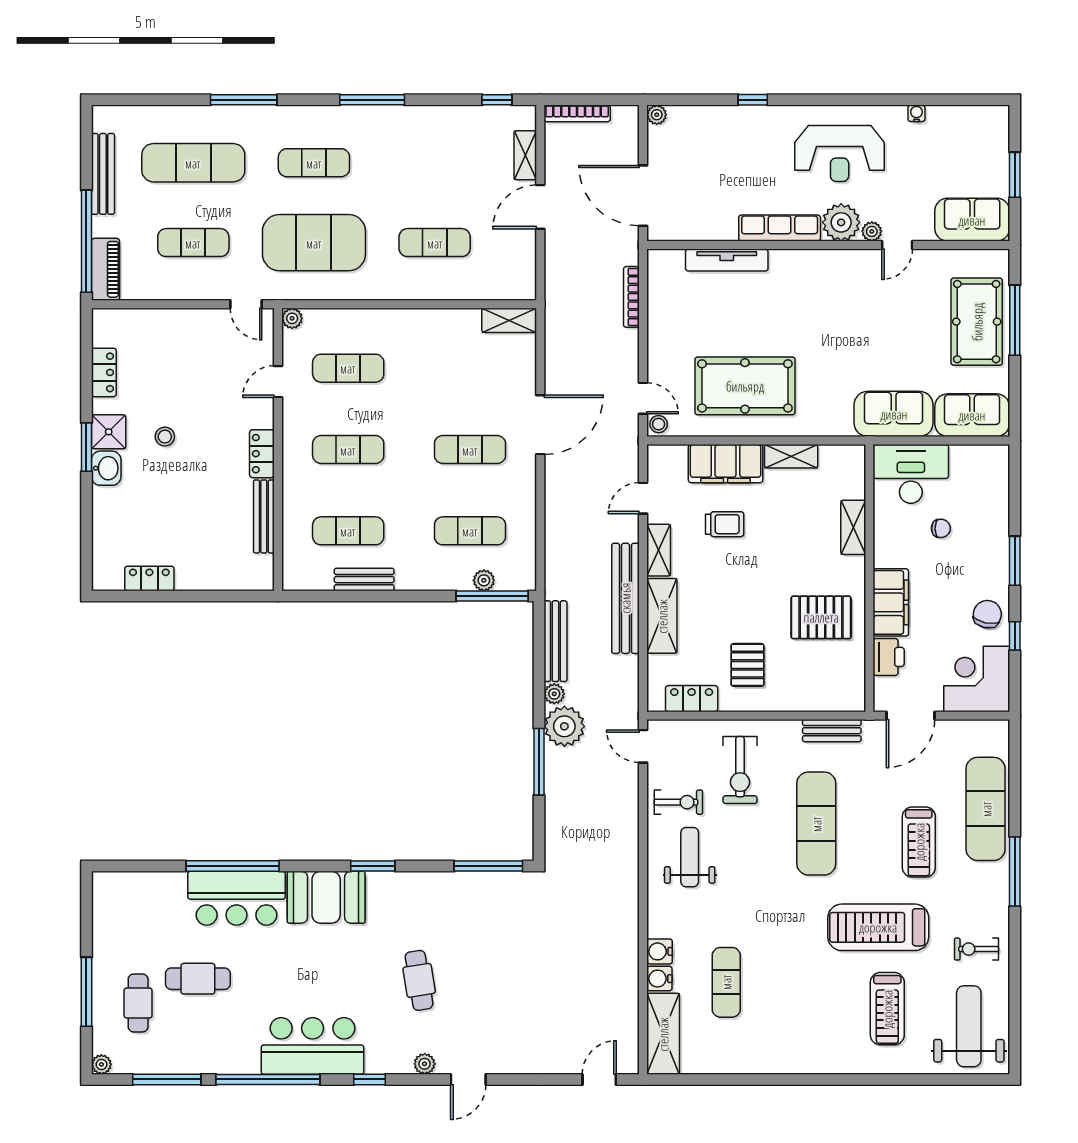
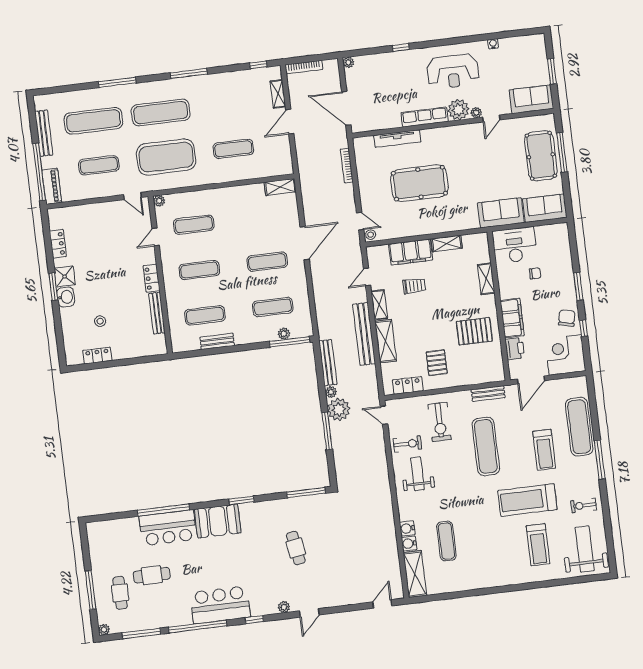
exercise mat: (314, 163) -> (161, 113), width x1.36, depth x1.45
pool table: (745, 386) -> (419, 183), moved
stool: (165, 437) -> (100, 321), moved
cafe table: (419, 980) -> (296, 548), moved

